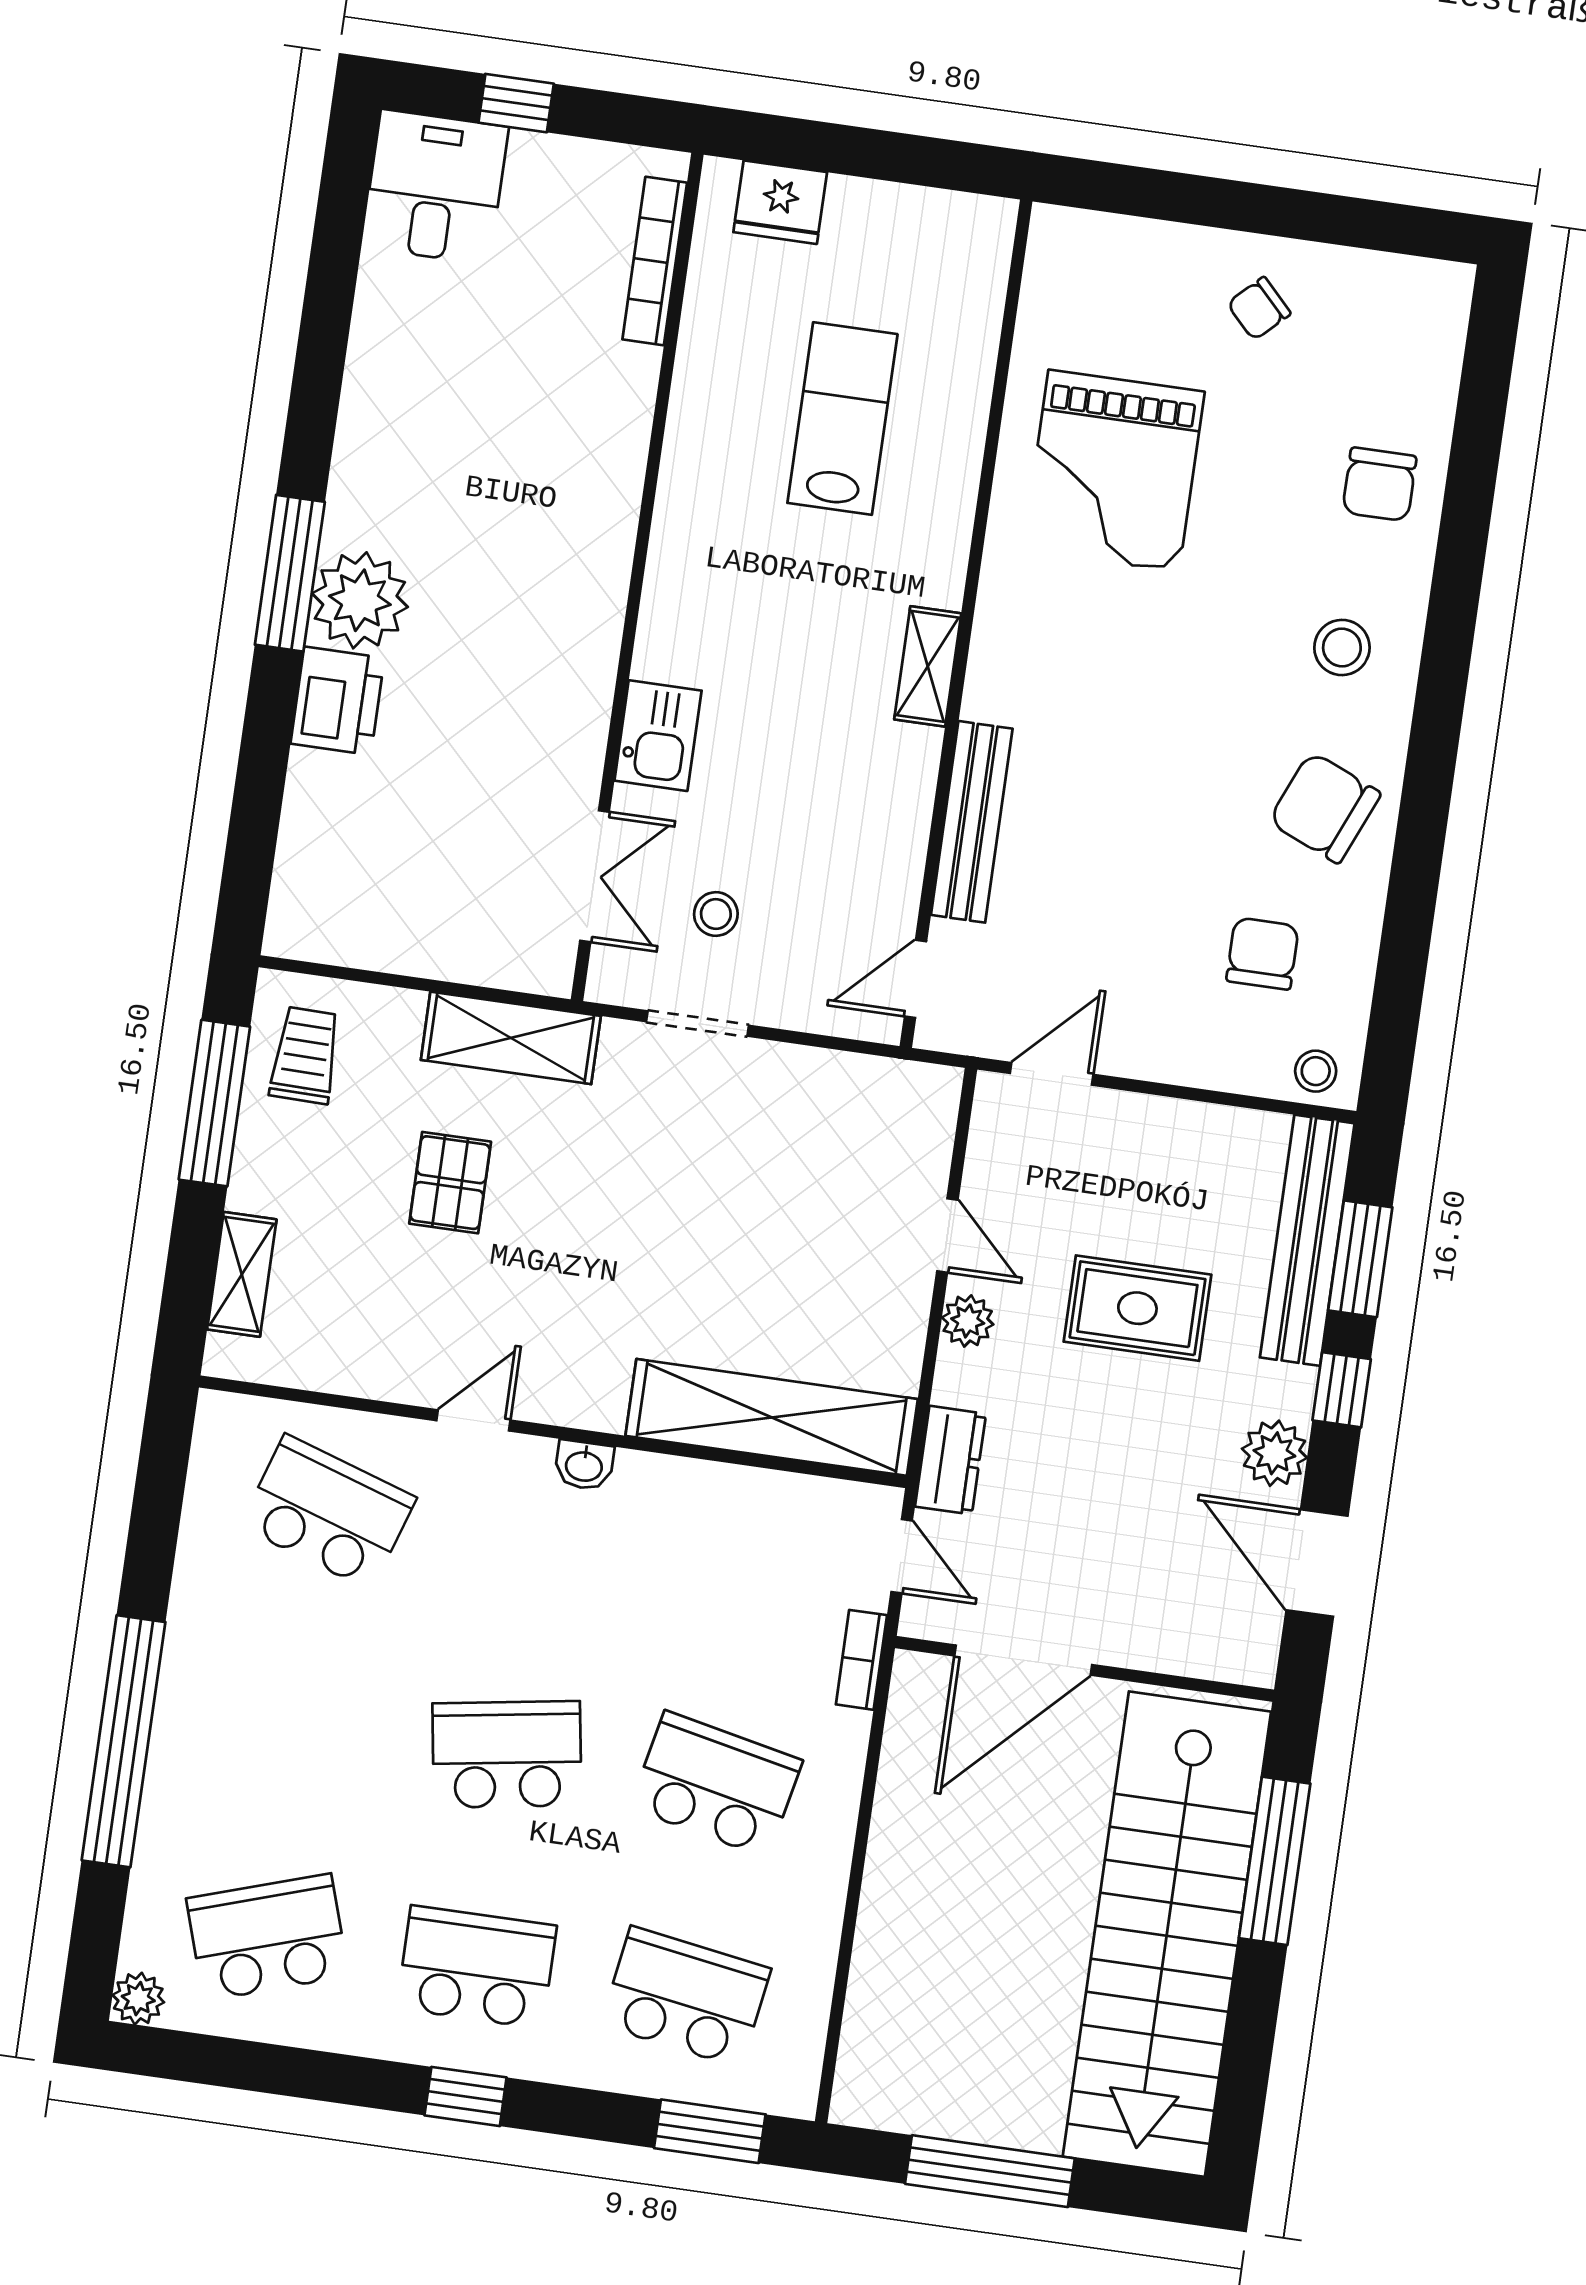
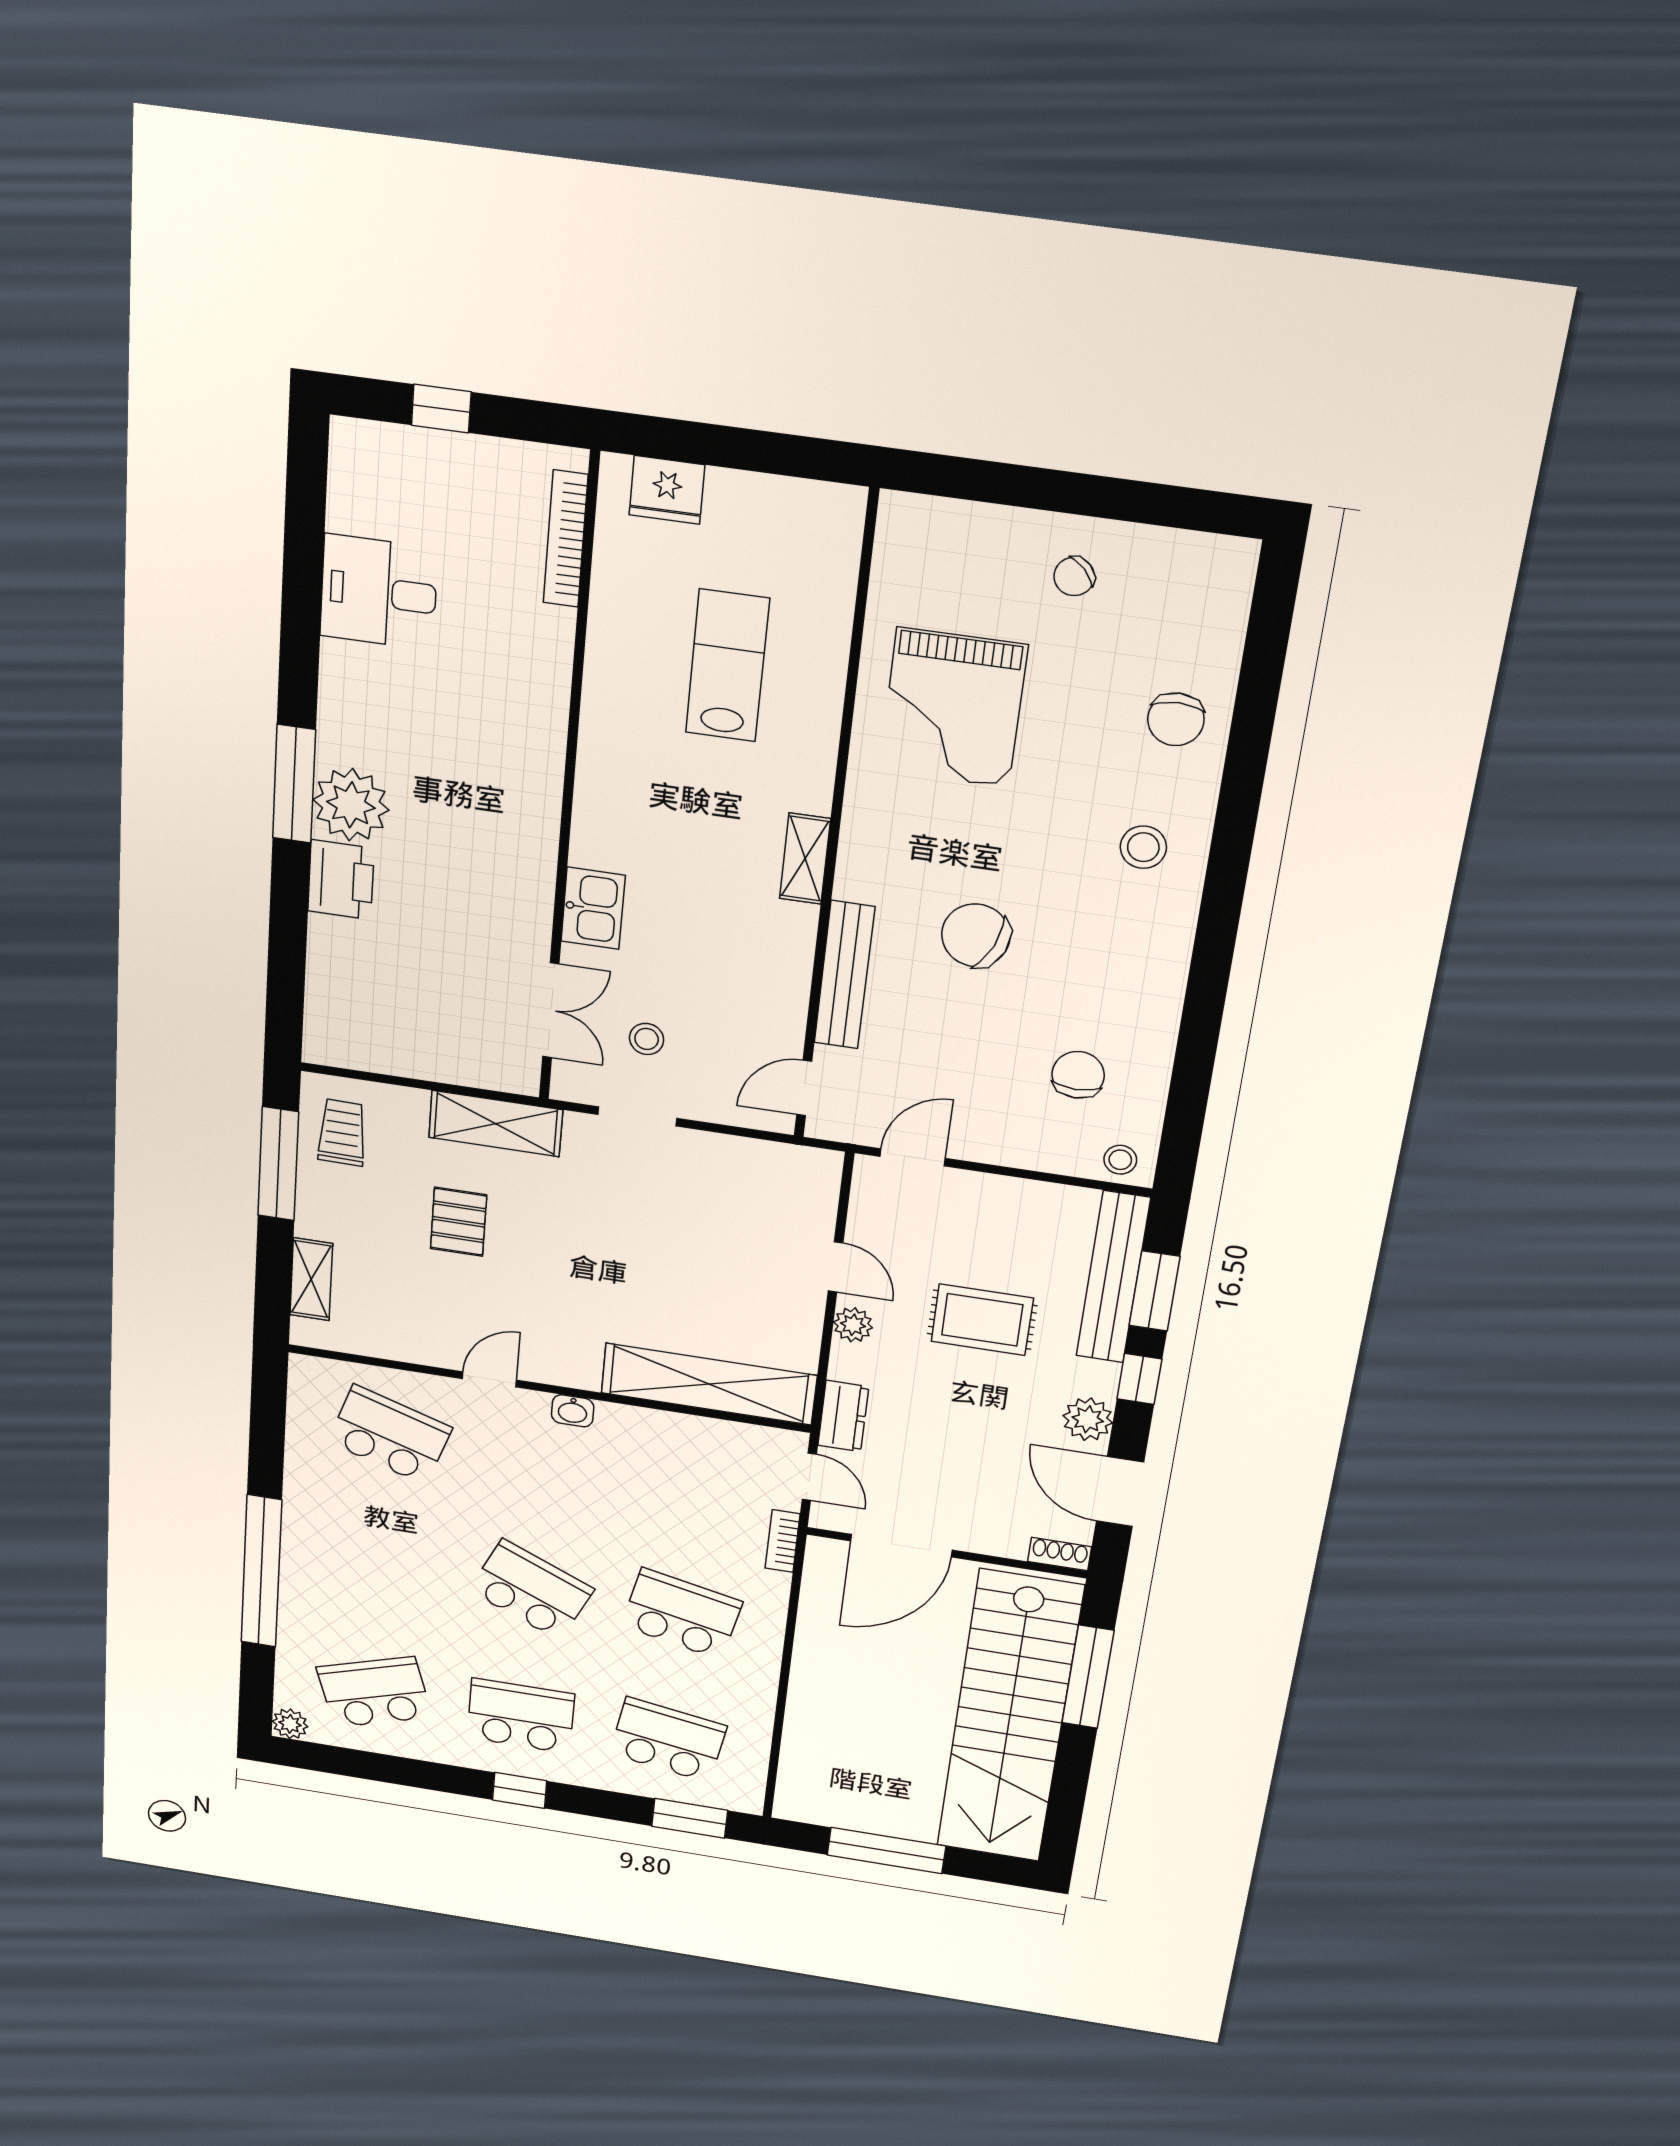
desk: (435, 187) -> (379, 592), moved, turned -90
chair: (1325, 808) -> (976, 935), moved
shoe rack: (1237, 1664) -> (1060, 1554), added
school desk: (507, 1754) -> (531, 1590), turned 33

